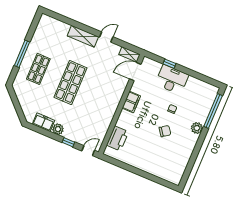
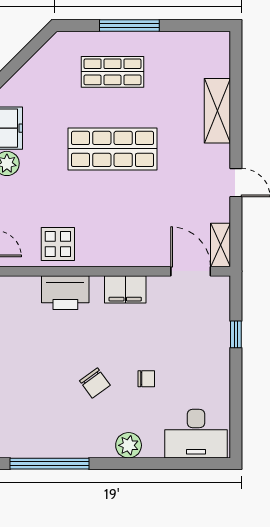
shelving: (83, 36) -> (217, 111), moved
desk: (172, 79) -> (196, 434), moved, turned 90
window: (213, 111) -> (49, 464), moved
display table: (101, 122) -> (58, 244), added
printer: (117, 138) -> (65, 293), moved

